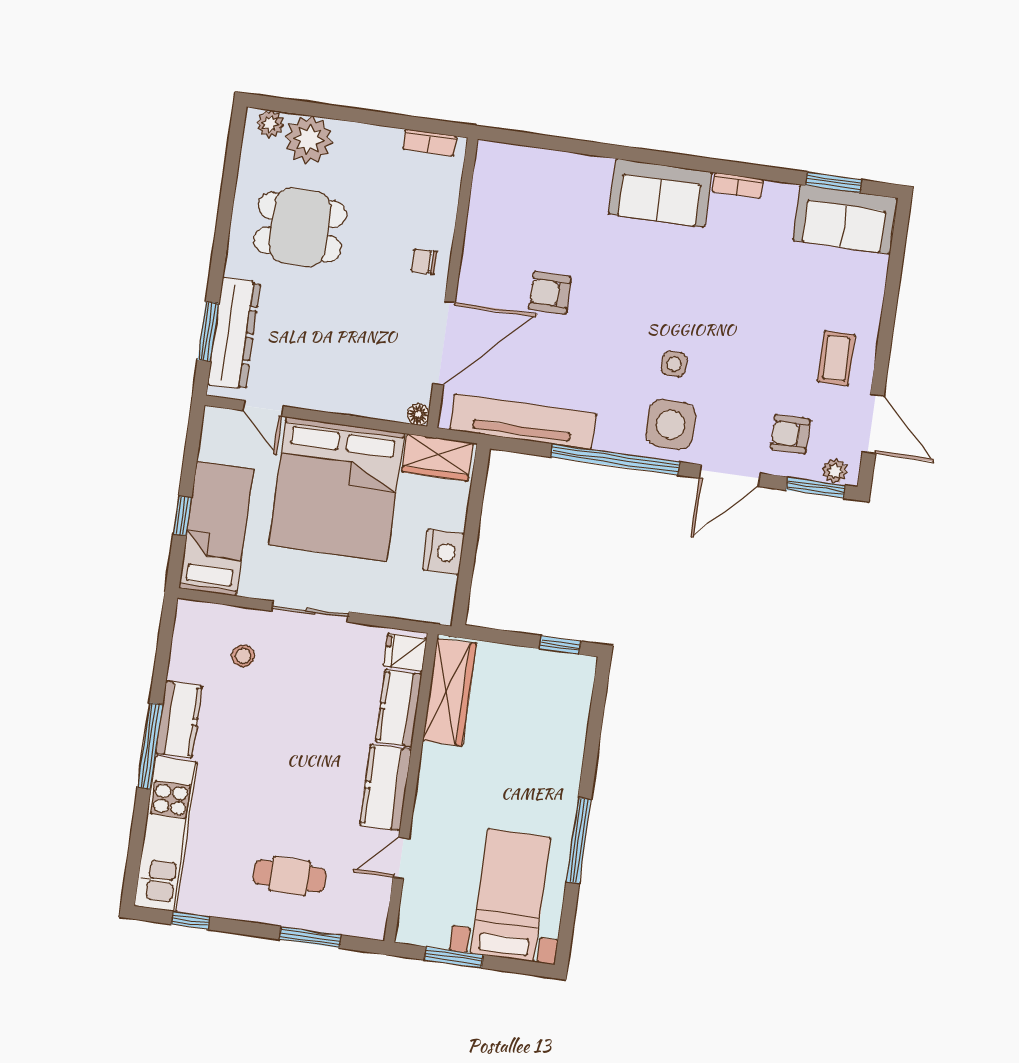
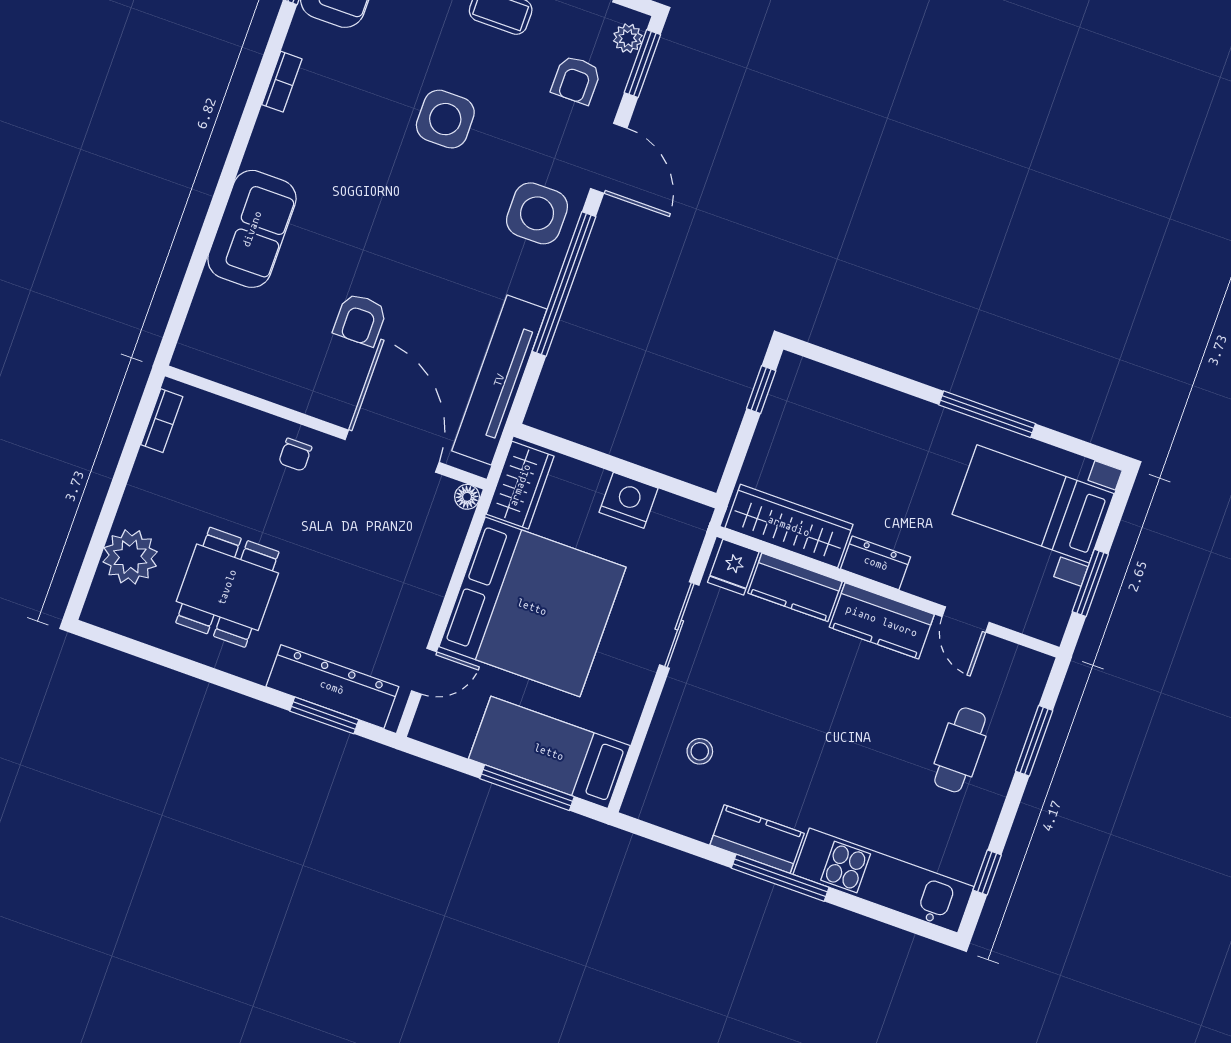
plant: (270, 124) -> (103, 597), removed
sofa: (660, 193) -> (252, 229), moved
side table: (674, 364) -> (445, 119), moved, width x1.87, depth x1.87
window: (182, 516) -> (527, 788), width x2.17
sliding door: (310, 611) -> (679, 625), moved
dresser: (433, 772) -> (876, 563), added

